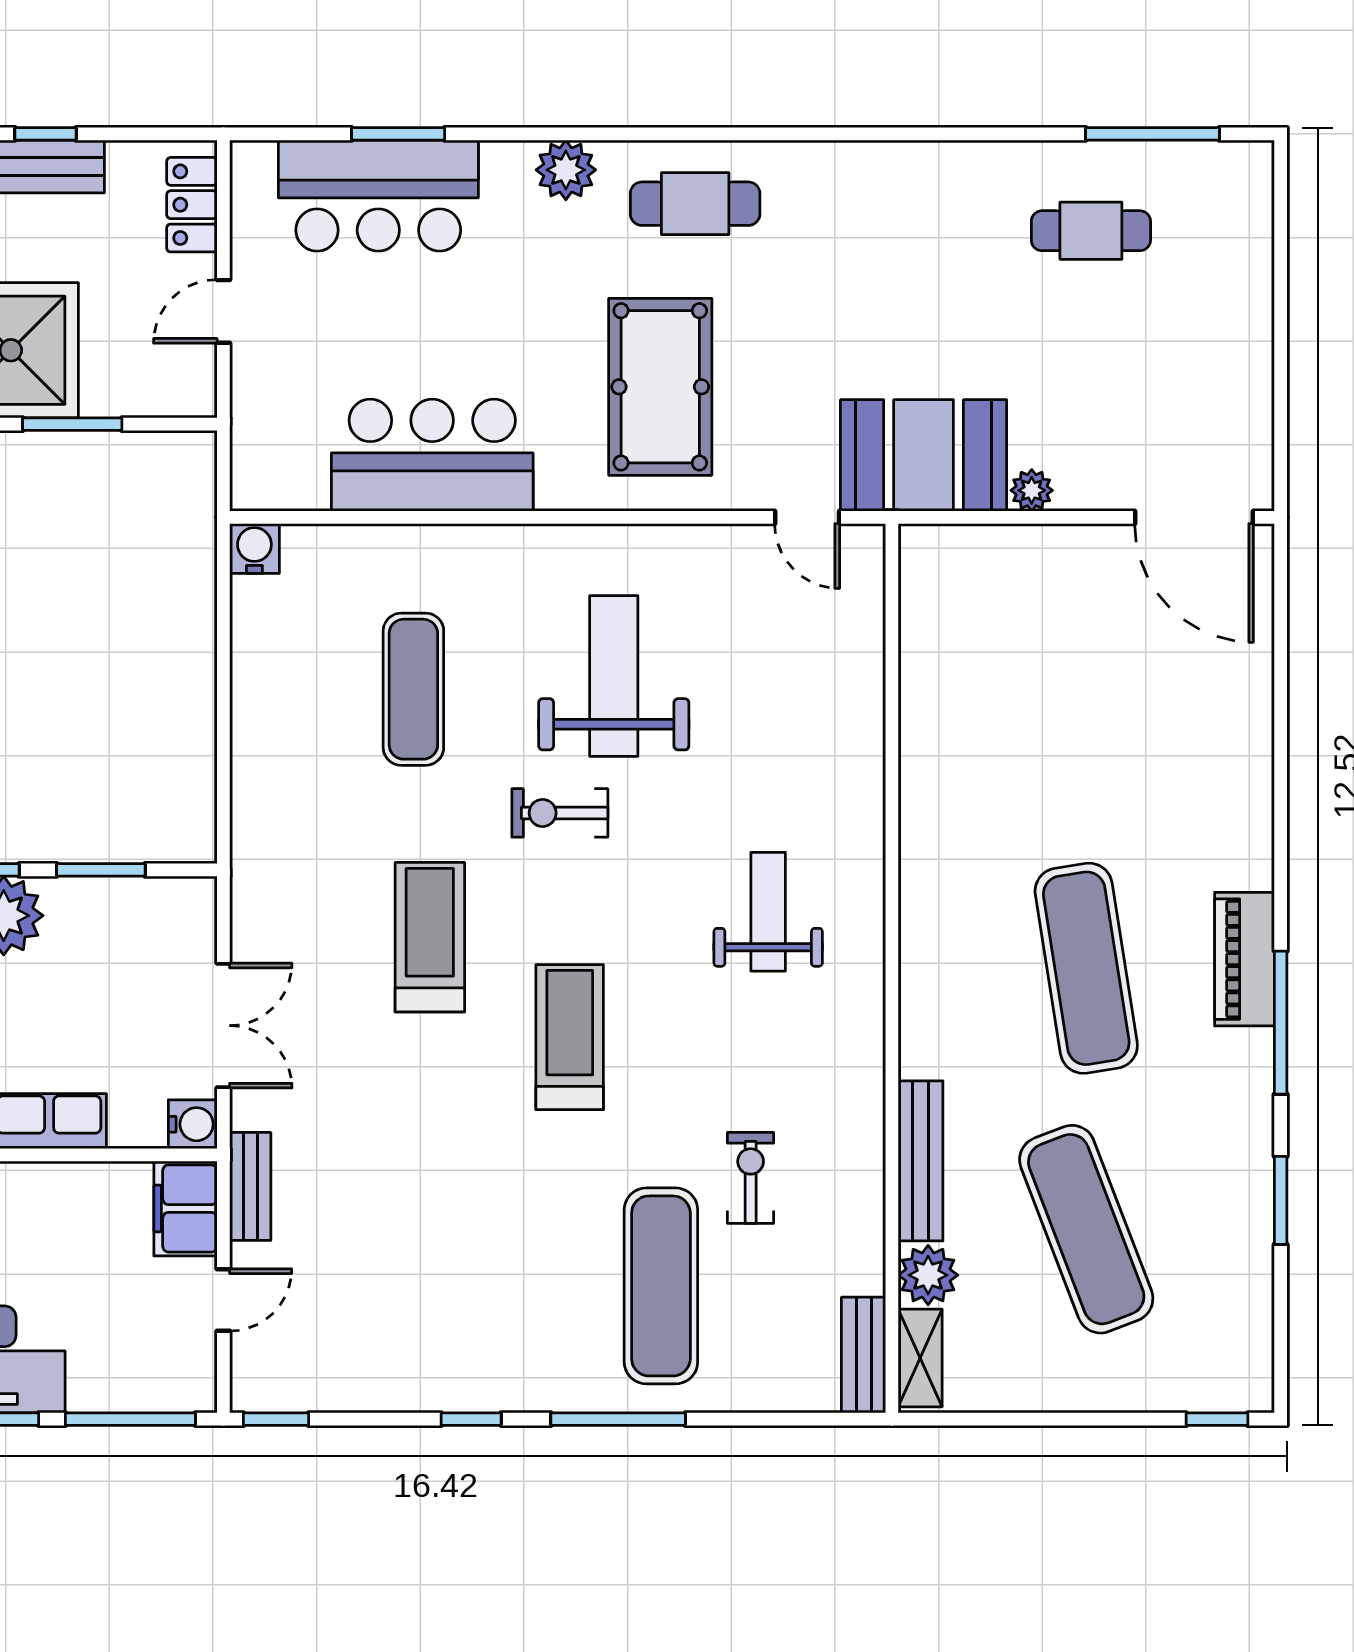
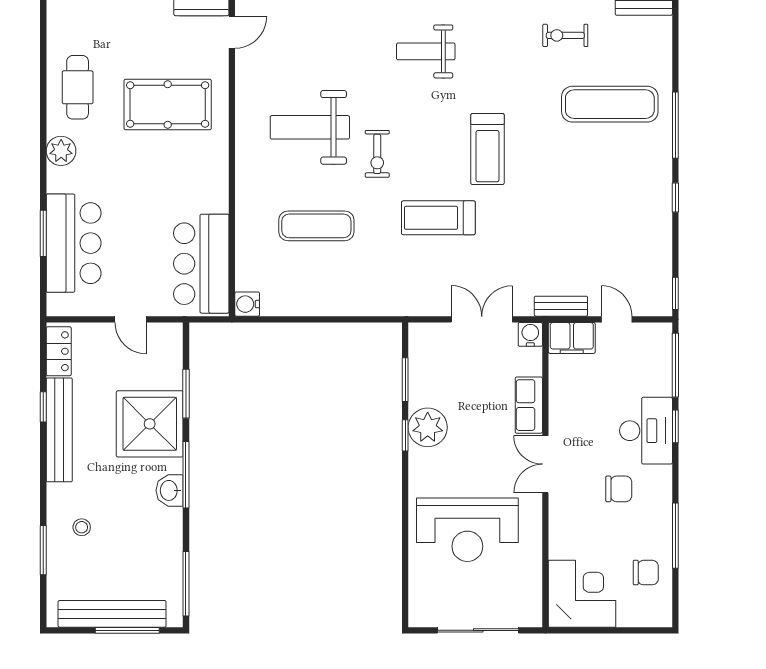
locker: (192, 205) -> (59, 351), moved, turned -90
bar counter: (432, 455) -> (201, 264), moved
treadmill: (570, 1037) -> (487, 149), turned -90
exercise bike: (751, 1178) -> (565, 35), moved

